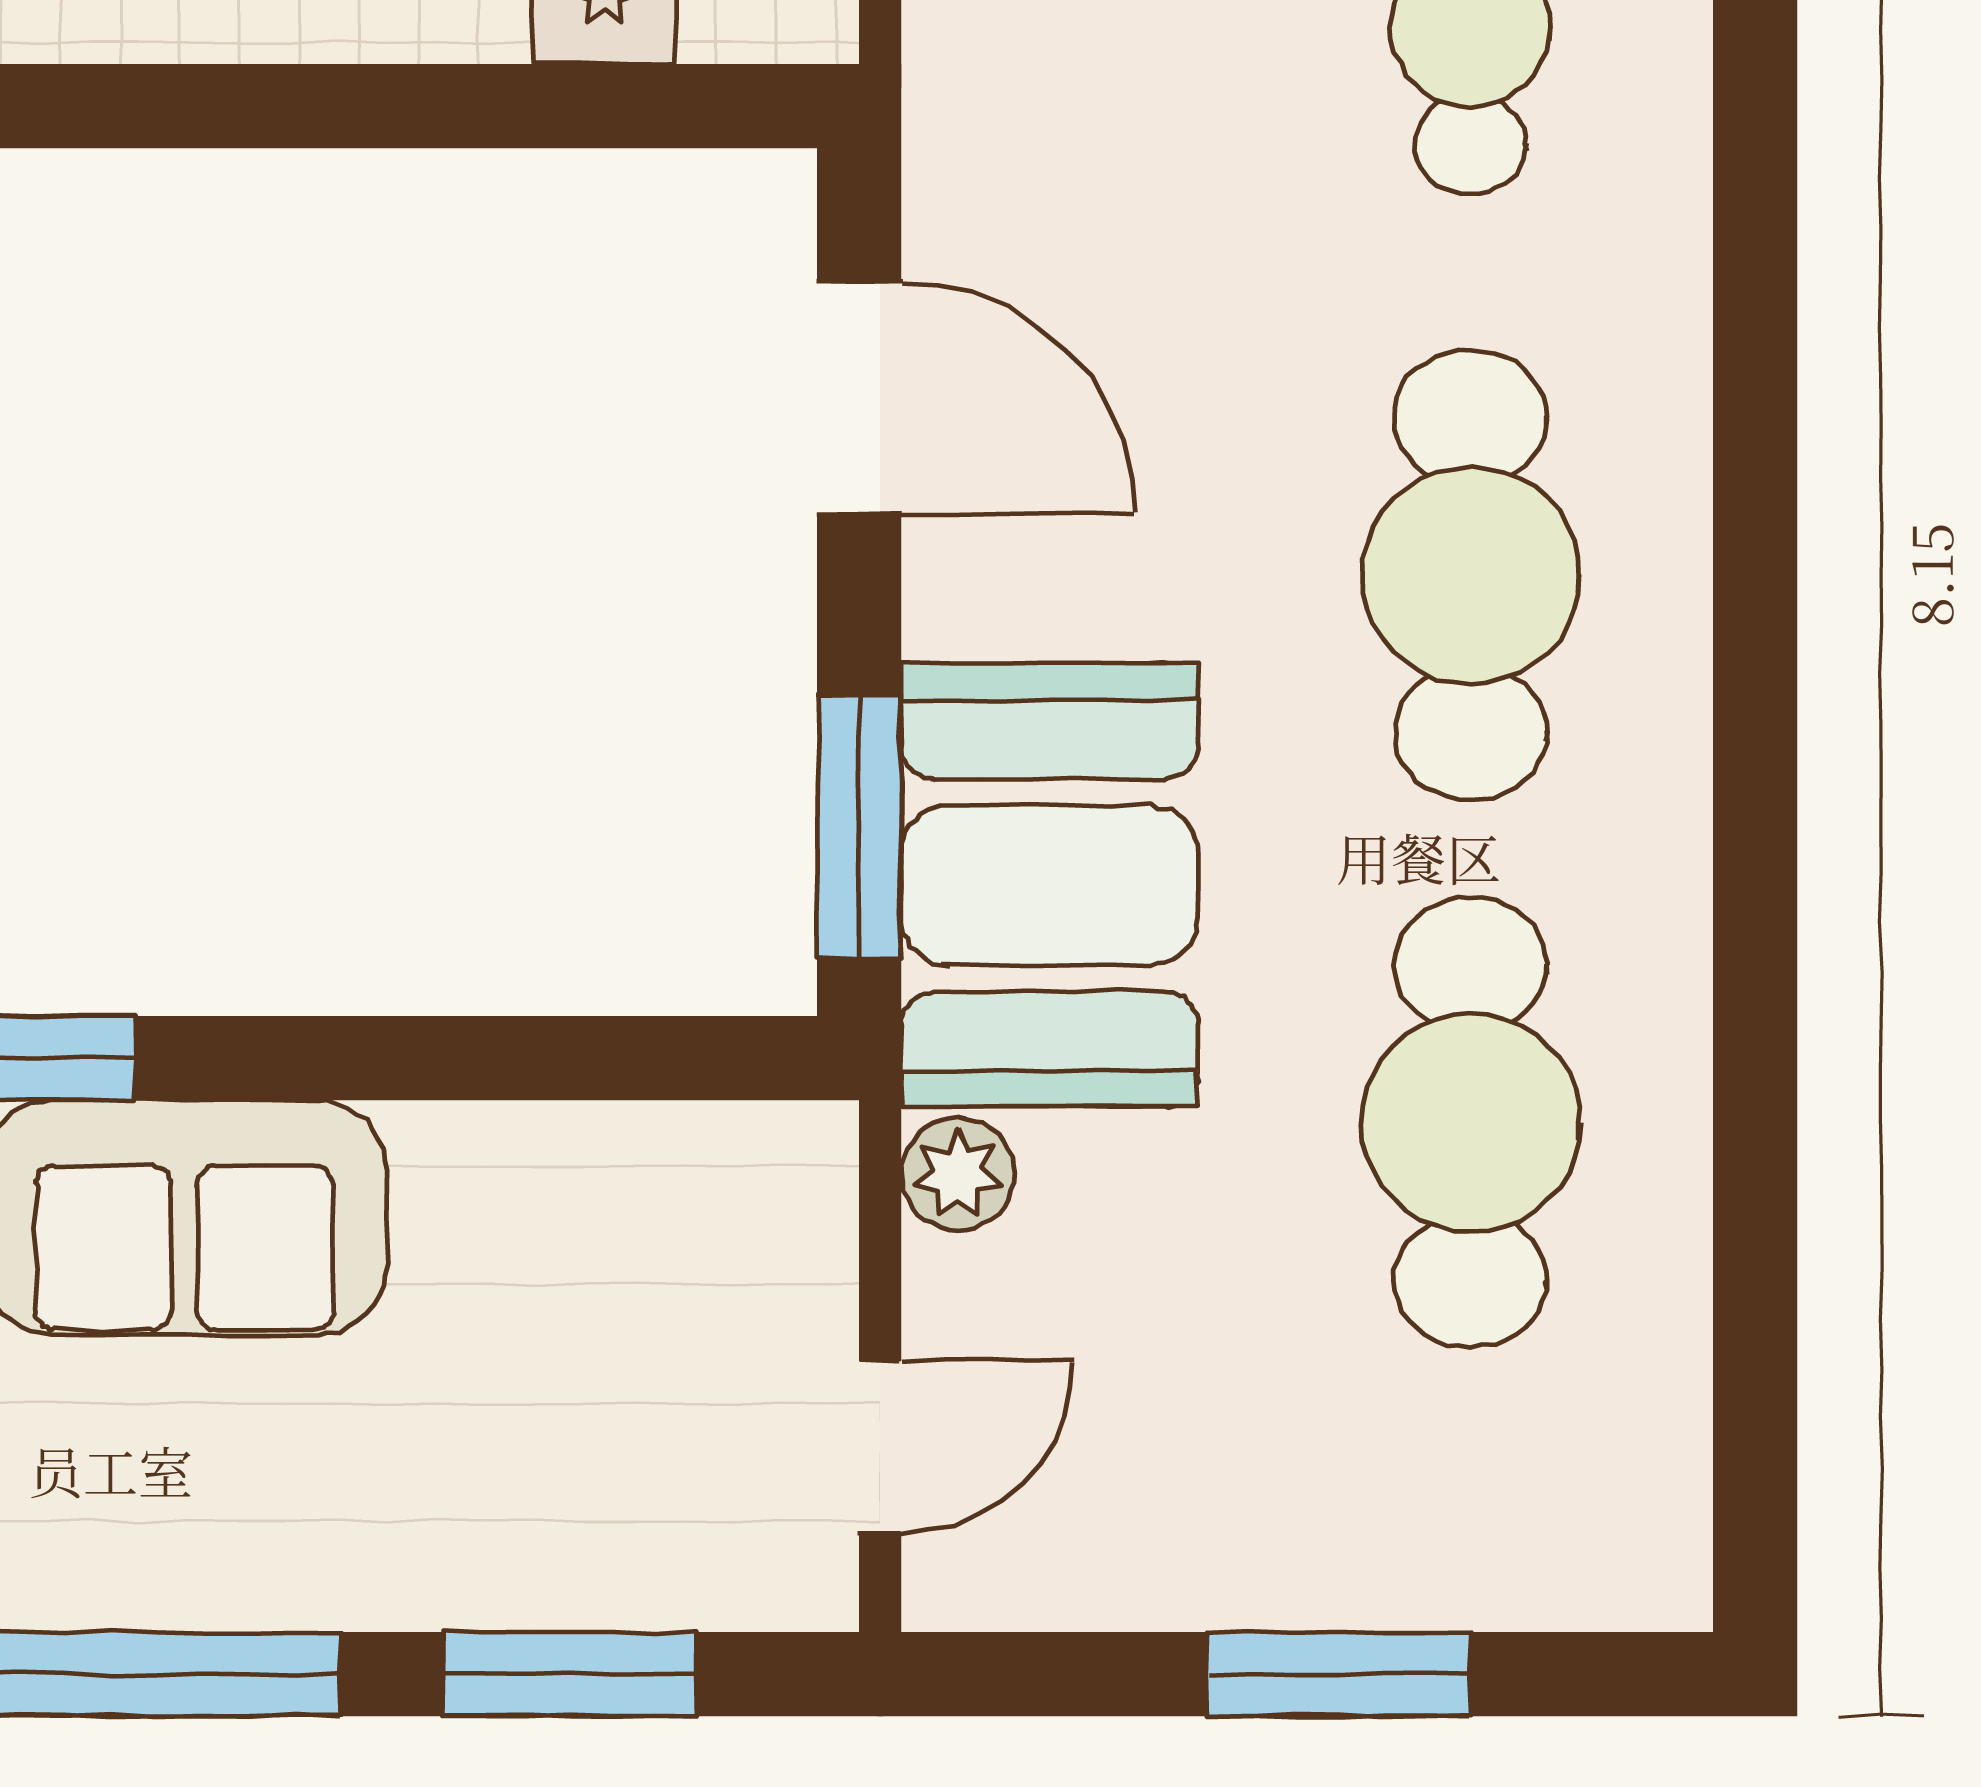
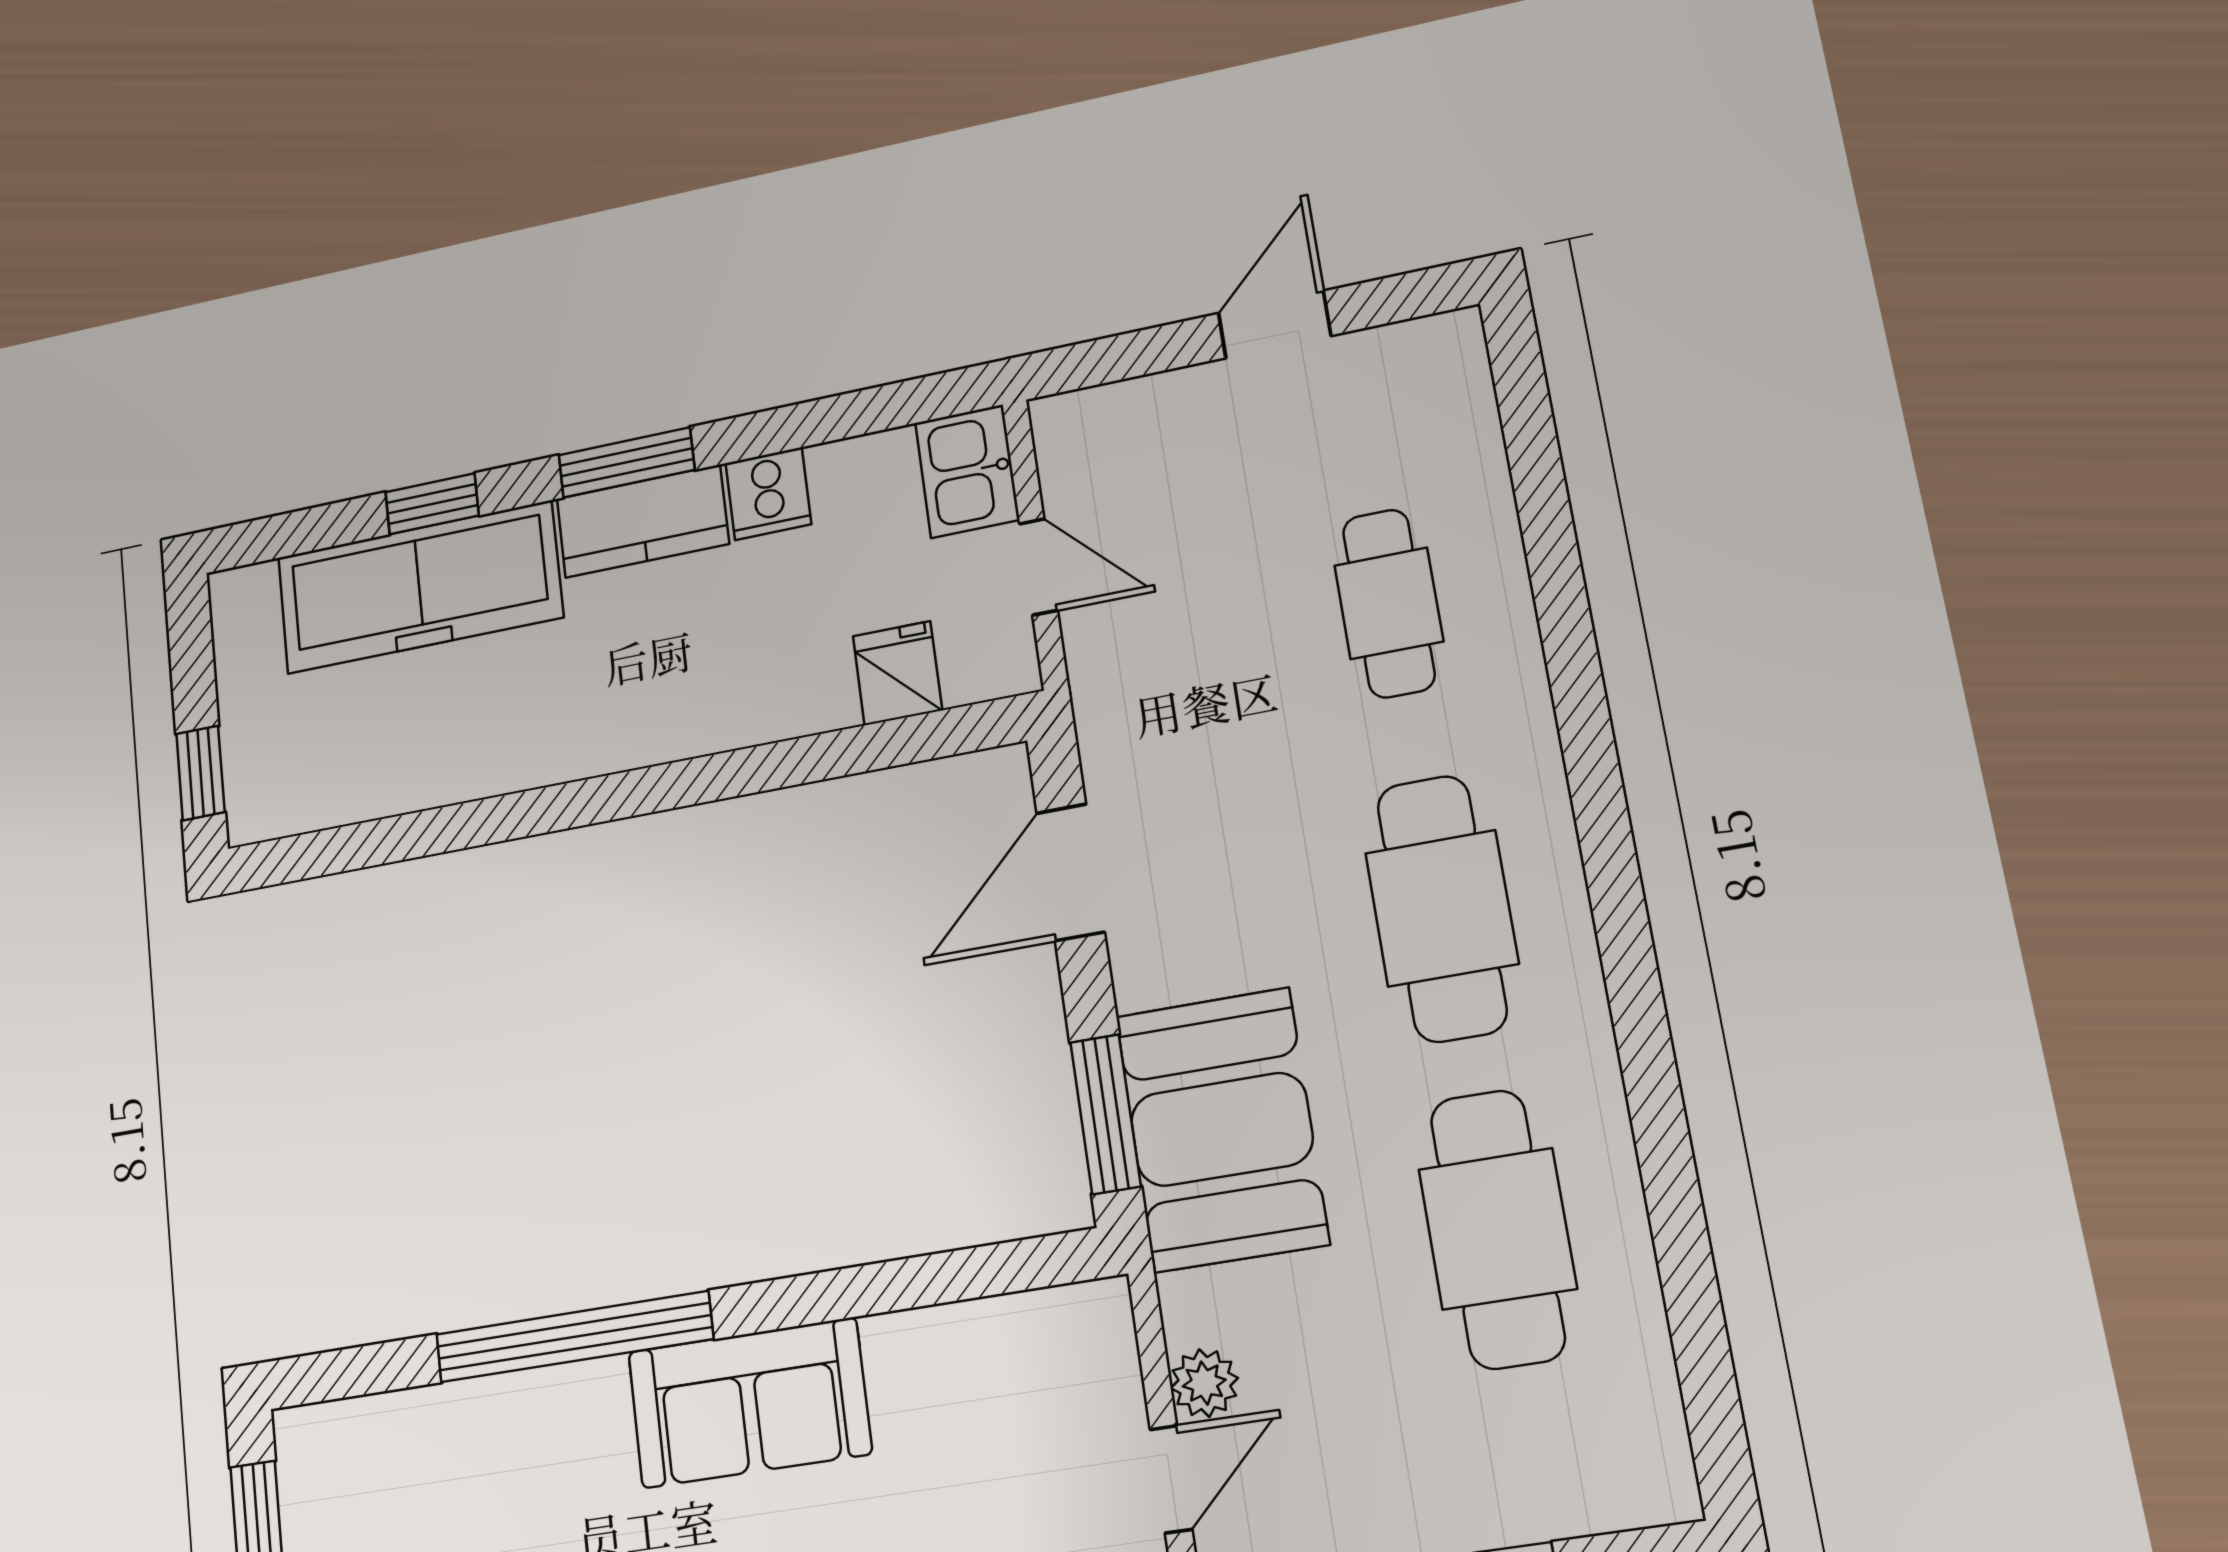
door: (859, 398) -> (1071, 872), swing flipped
plant: (958, 1174) -> (1204, 1383), moved

